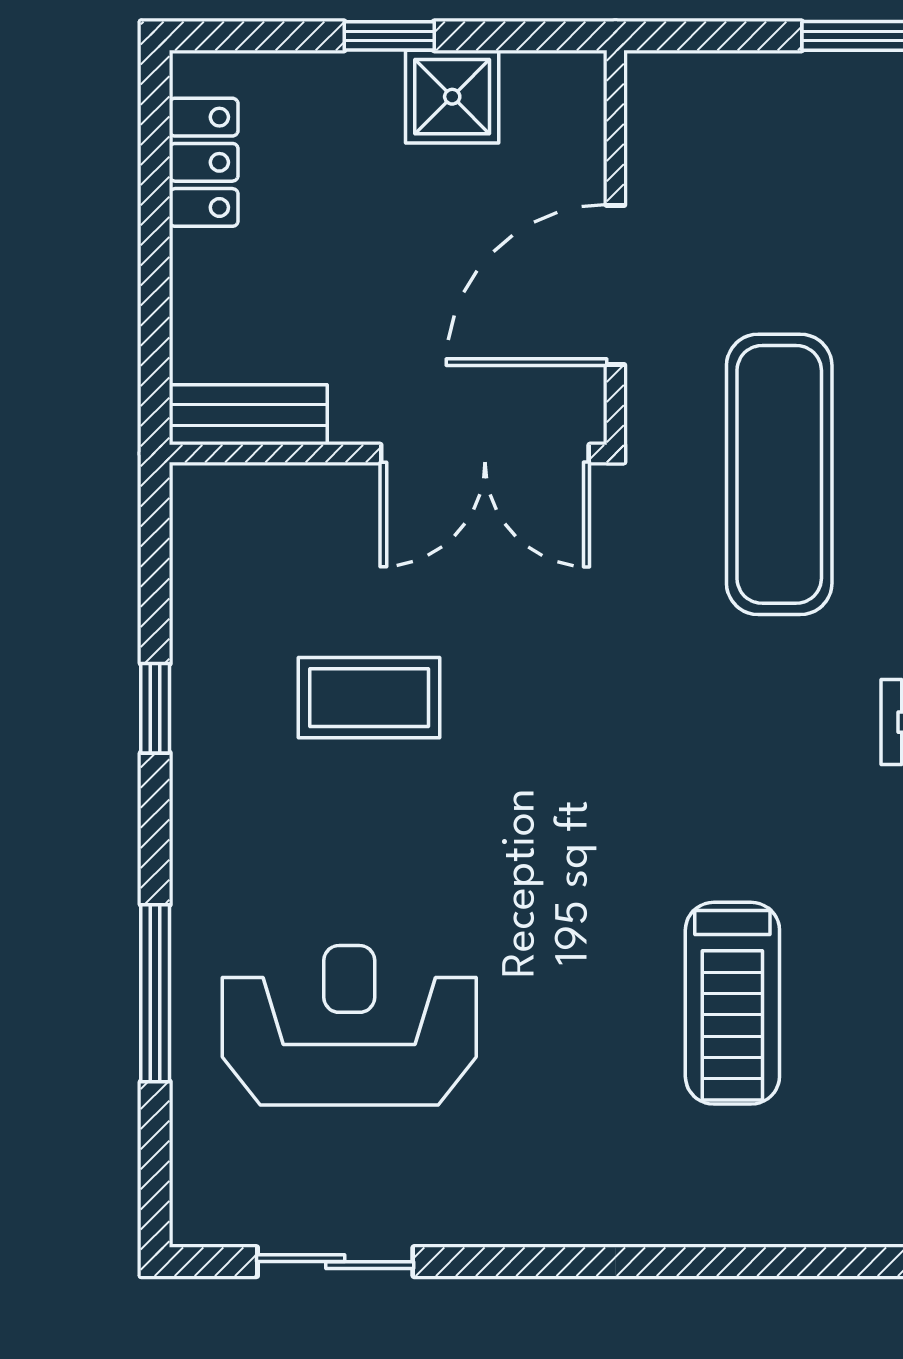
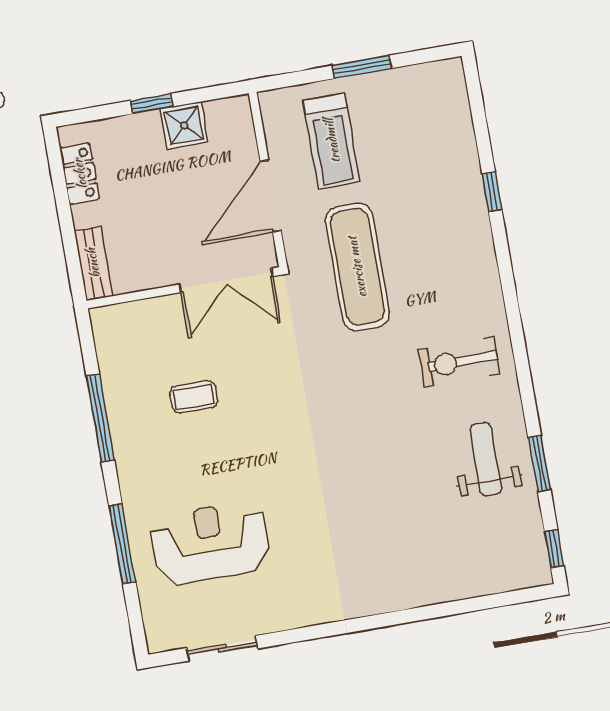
bench: (248, 415) -> (93, 263), moved, turned 90
coffee table: (369, 698) -> (194, 397), width x0.73, depth x0.77
window: (155, 708) -> (100, 418), width x2.17
treadmill: (732, 1003) -> (332, 141), moved

